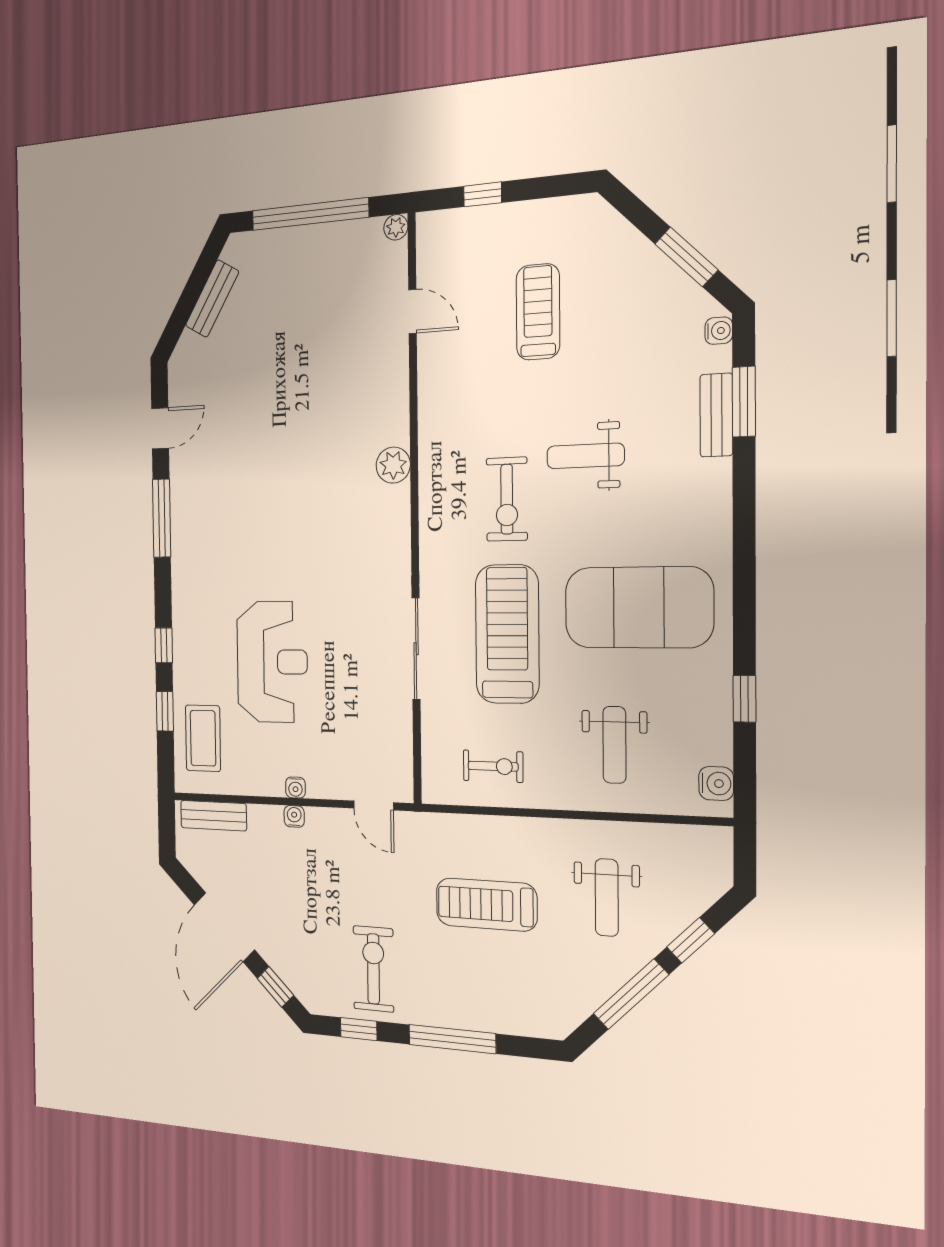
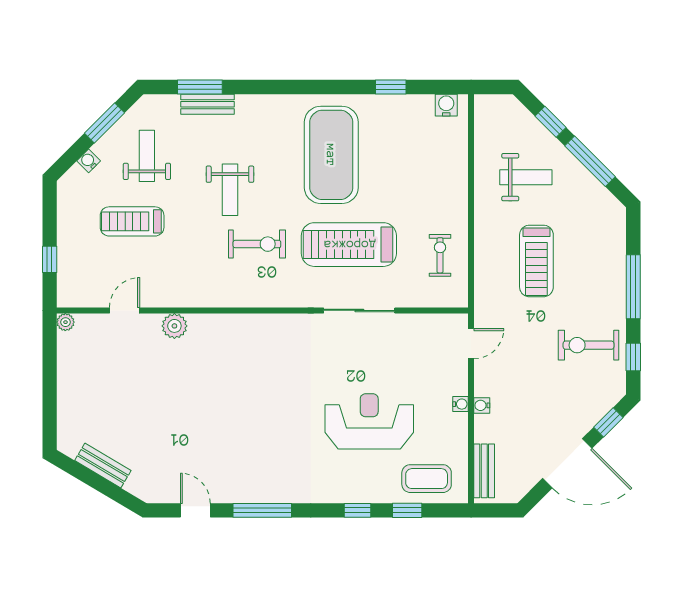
window: (310, 214) -> (50, 387), removed
water cooler: (719, 331) -> (89, 161), moved, turned -45
plant: (393, 465) -> (174, 326), moved
weight bench: (614, 745) -> (147, 156), moved, turned -90

